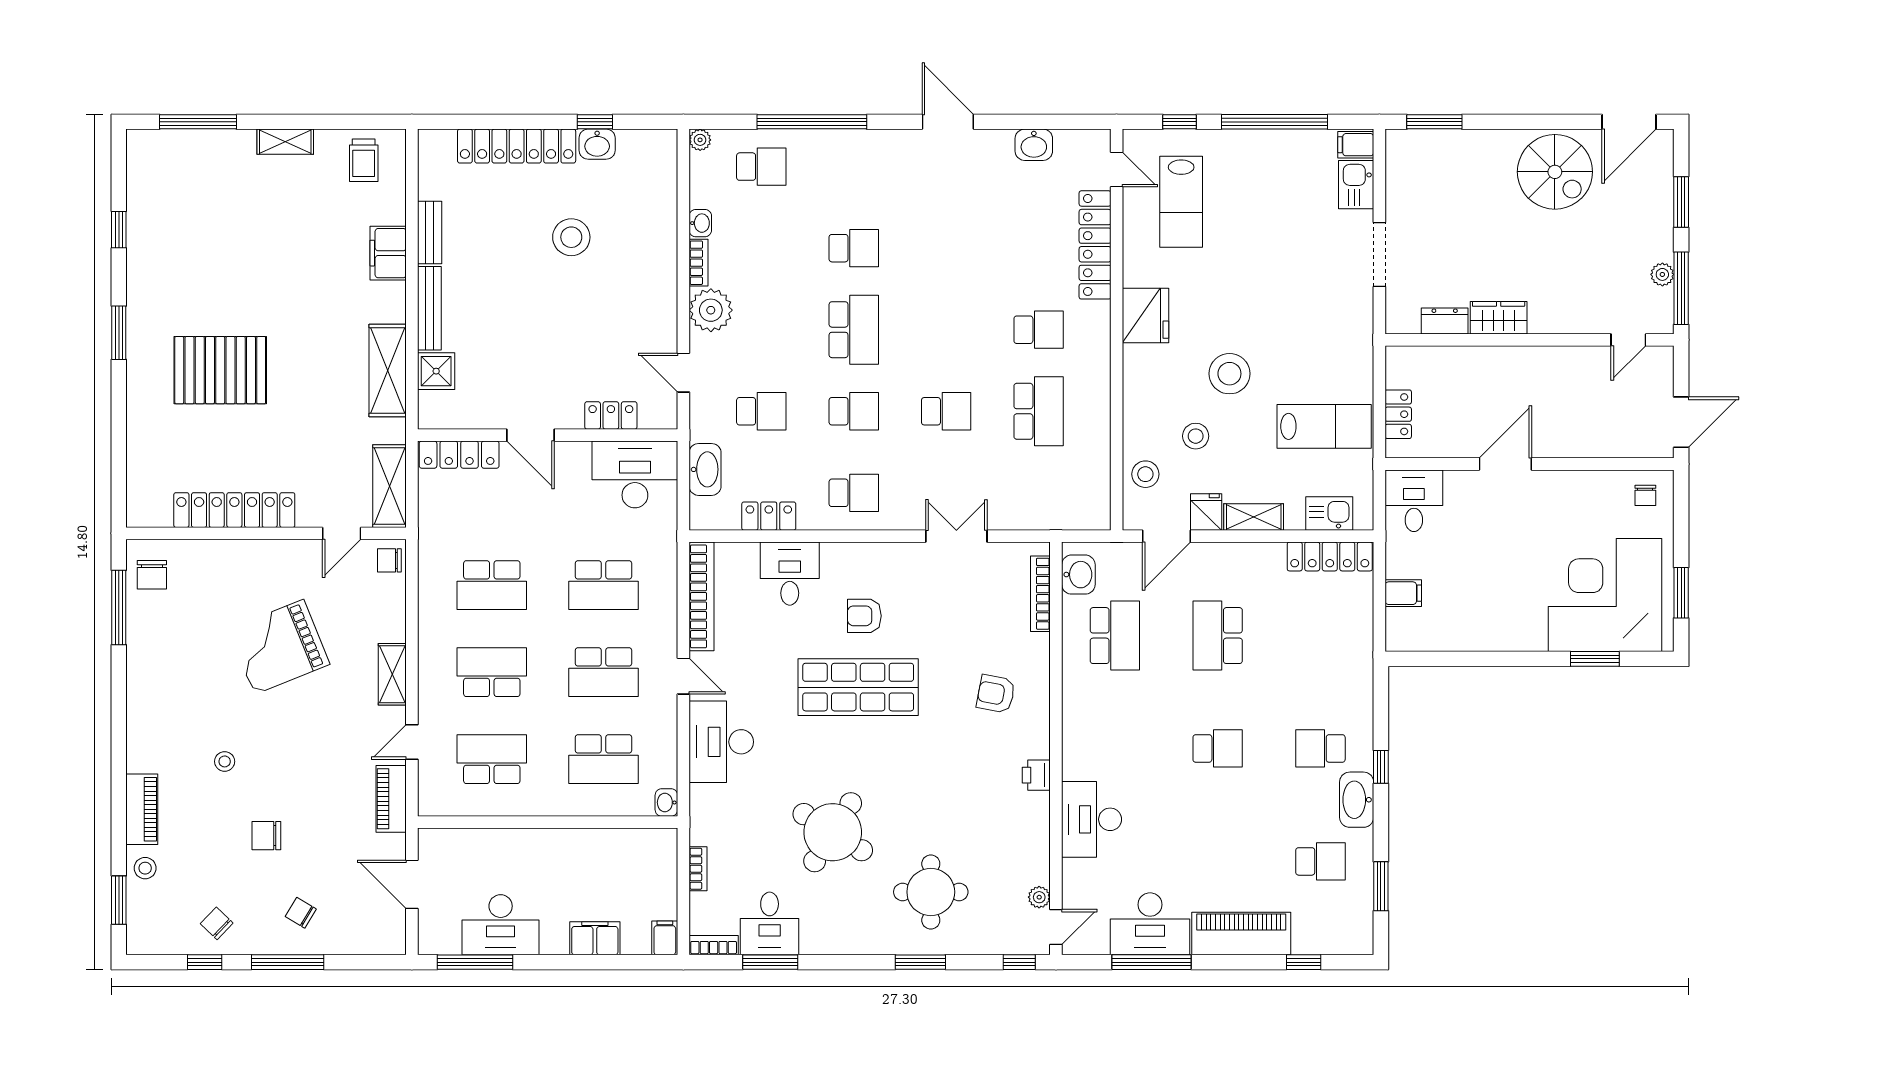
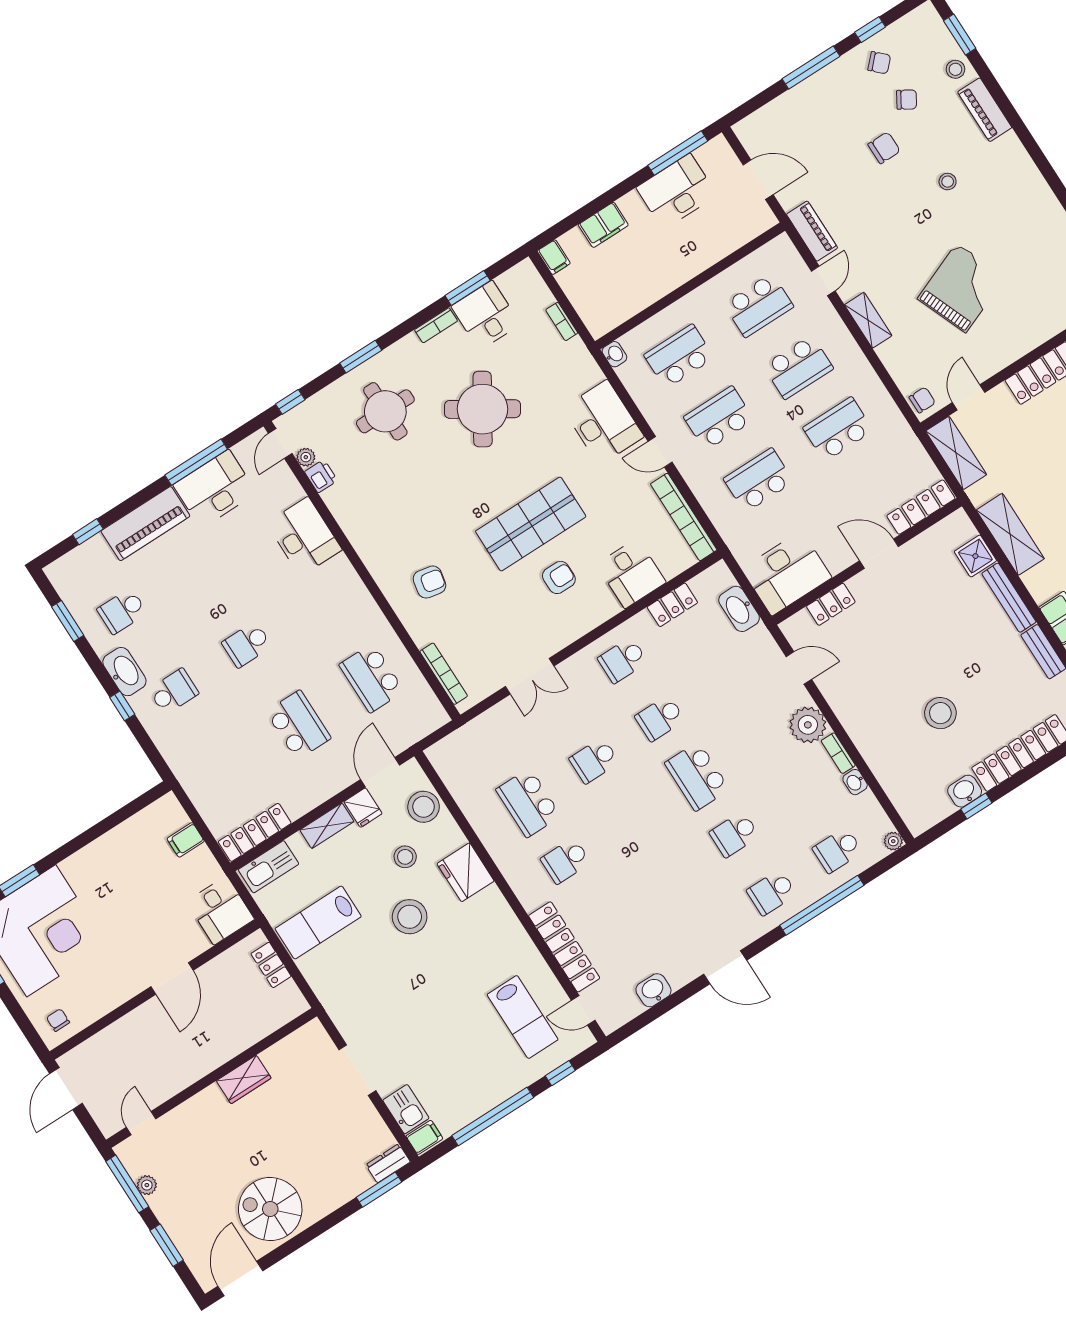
lab bench: (1181, 202) -> (523, 1017), turned 180
fridge: (1145, 315) -> (466, 872), moved
dresser: (1445, 321) -> (388, 1163), moved, turned 180
school desk: (761, 411) -> (772, 892), moved
stool: (1145, 474) -> (424, 807), width x1.38, depth x1.38
kitchen sink: (1329, 513) -> (269, 867), width x1.38
washbasin: (1078, 575) -> (425, 705), removed
printer: (1036, 775) -> (321, 476), moved
chair: (301, 913) -> (907, 100), moved
bookcase: (714, 945) -> (436, 325), moved

